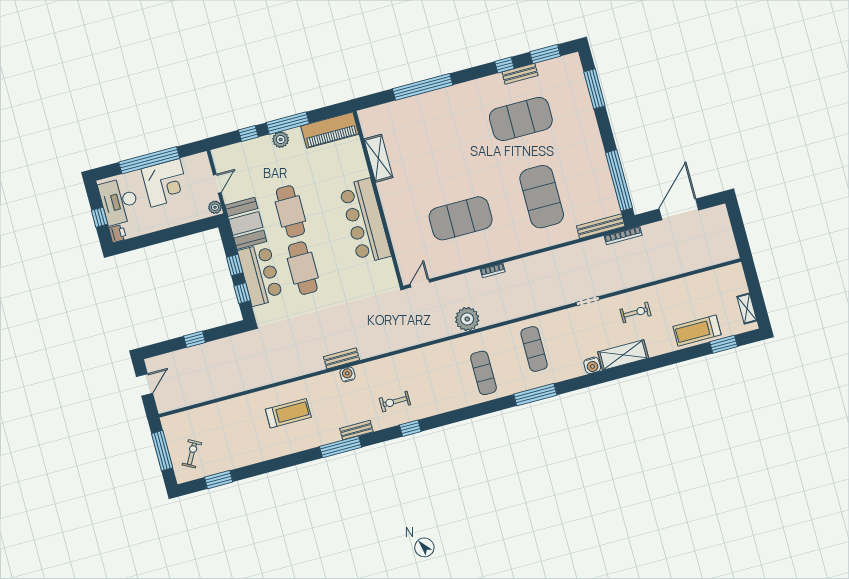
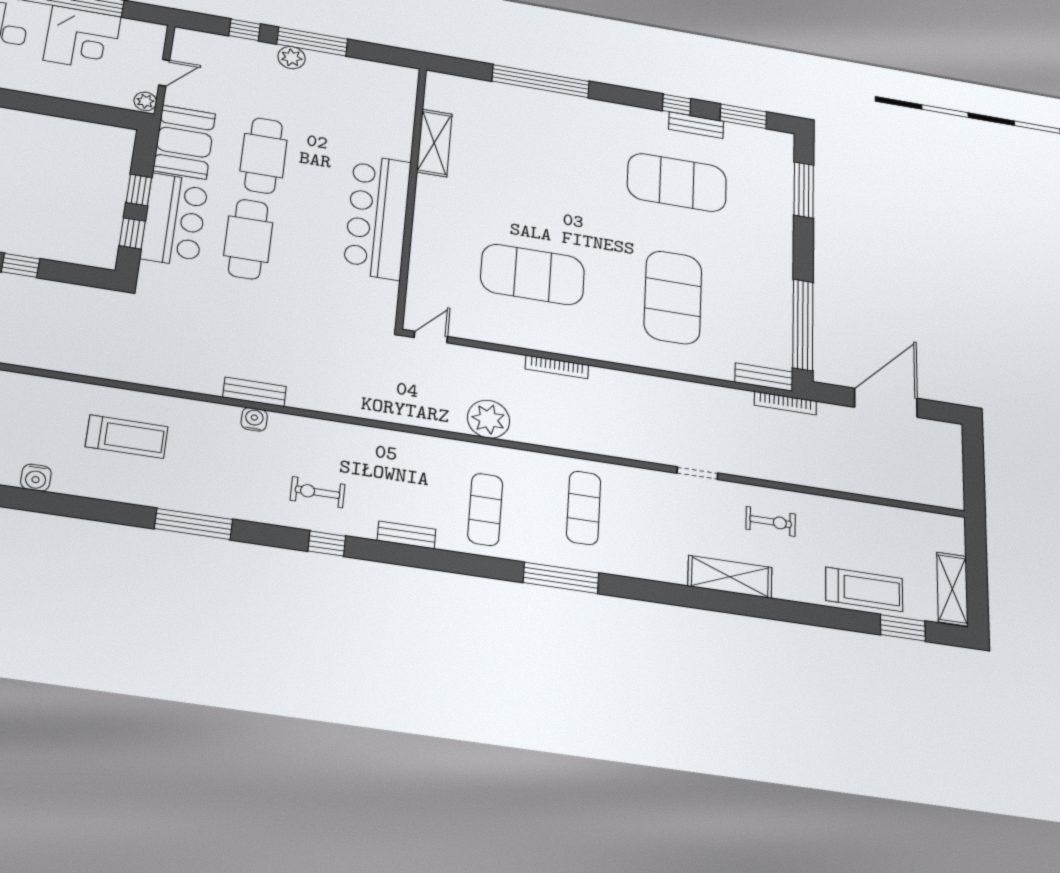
piano: (330, 130) -> (374, 77), removed
bench: (601, 226) -> (764, 377), width x0.73
bookcase: (493, 270) -> (557, 367), width x1.56
shelving: (747, 309) -> (952, 589), width x1.50, depth x1.33
treadmill: (697, 331) -> (864, 589), turned 180
water cooler: (592, 365) -> (36, 478), moved
bench: (356, 430) -> (406, 535), moved

